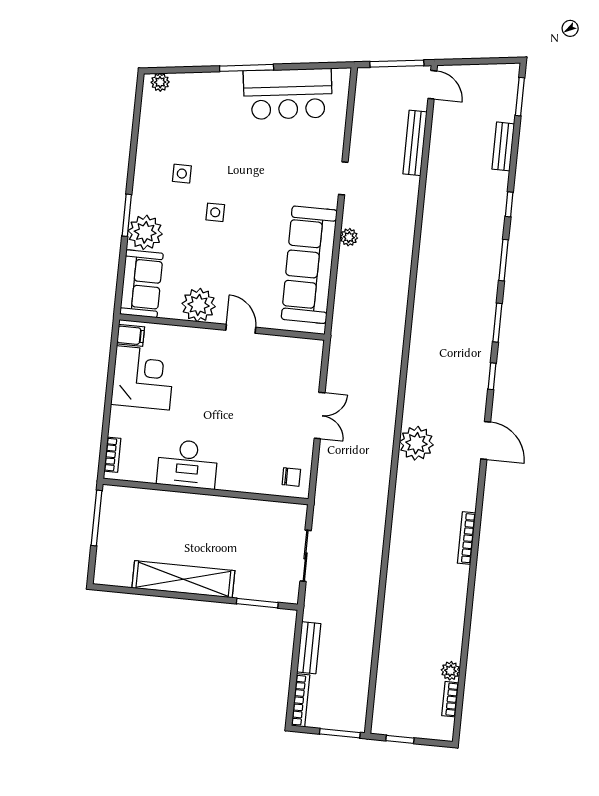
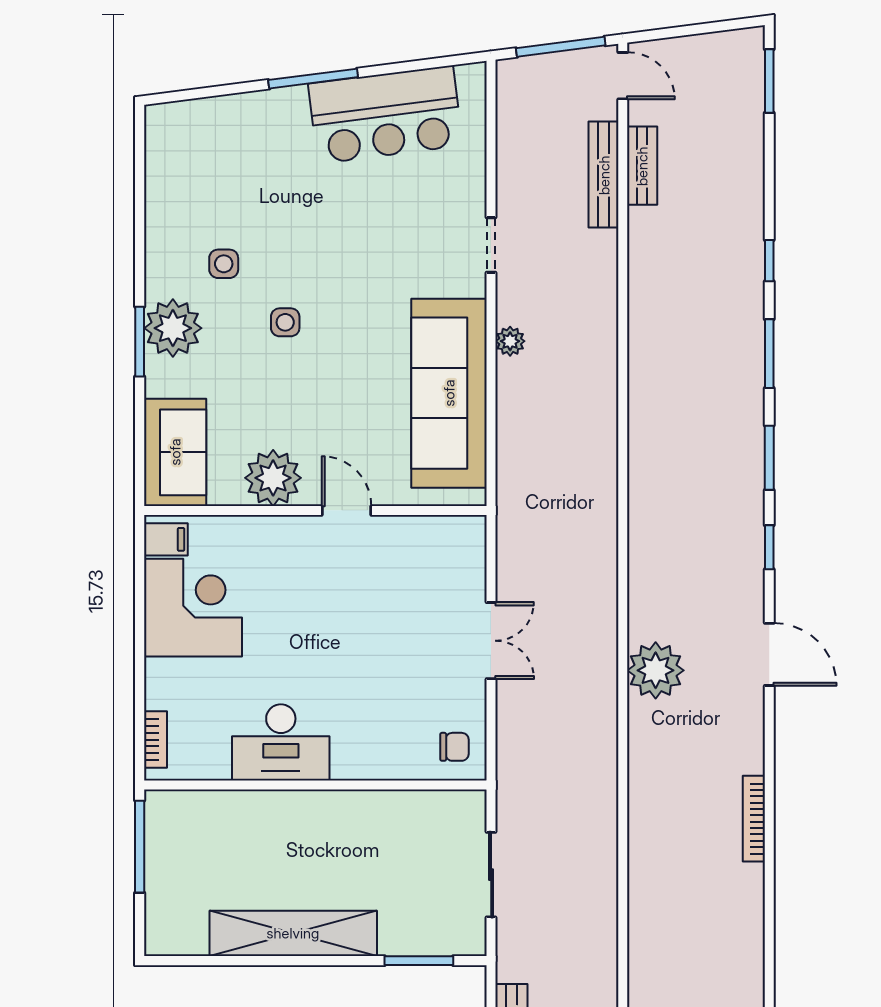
plant: (160, 82) -> (173, 116), removed
bench: (503, 146) -> (642, 166), moved
plant: (145, 232) -> (173, 328), moved

